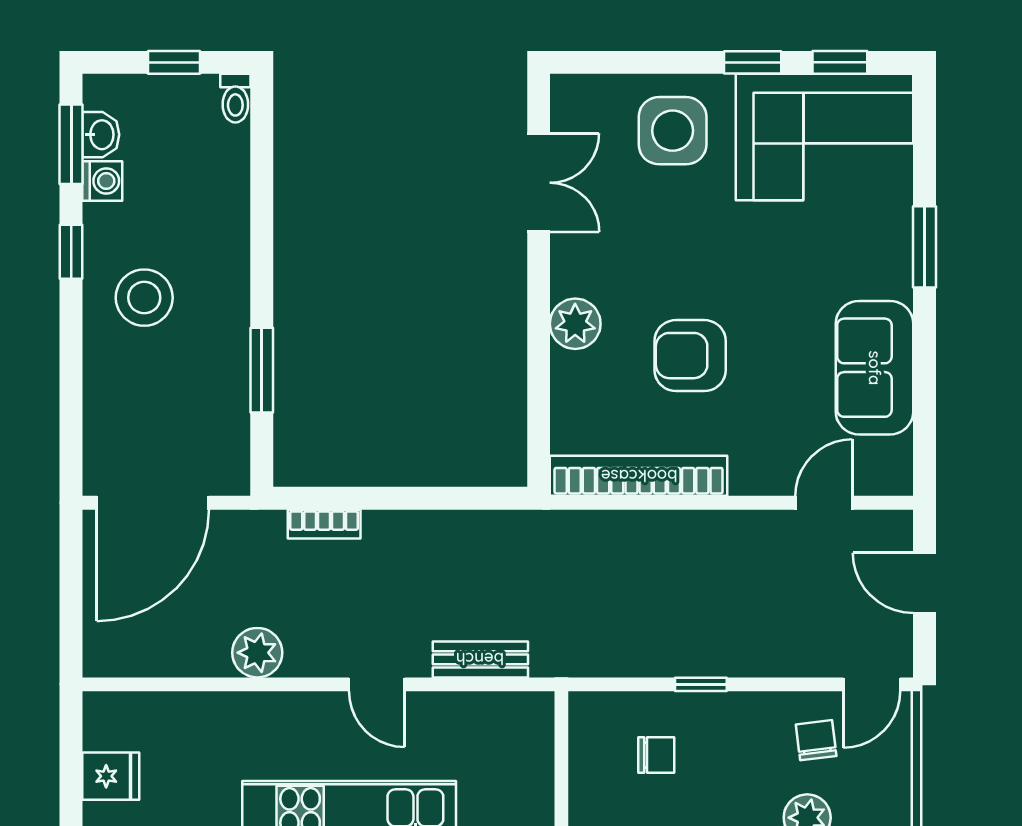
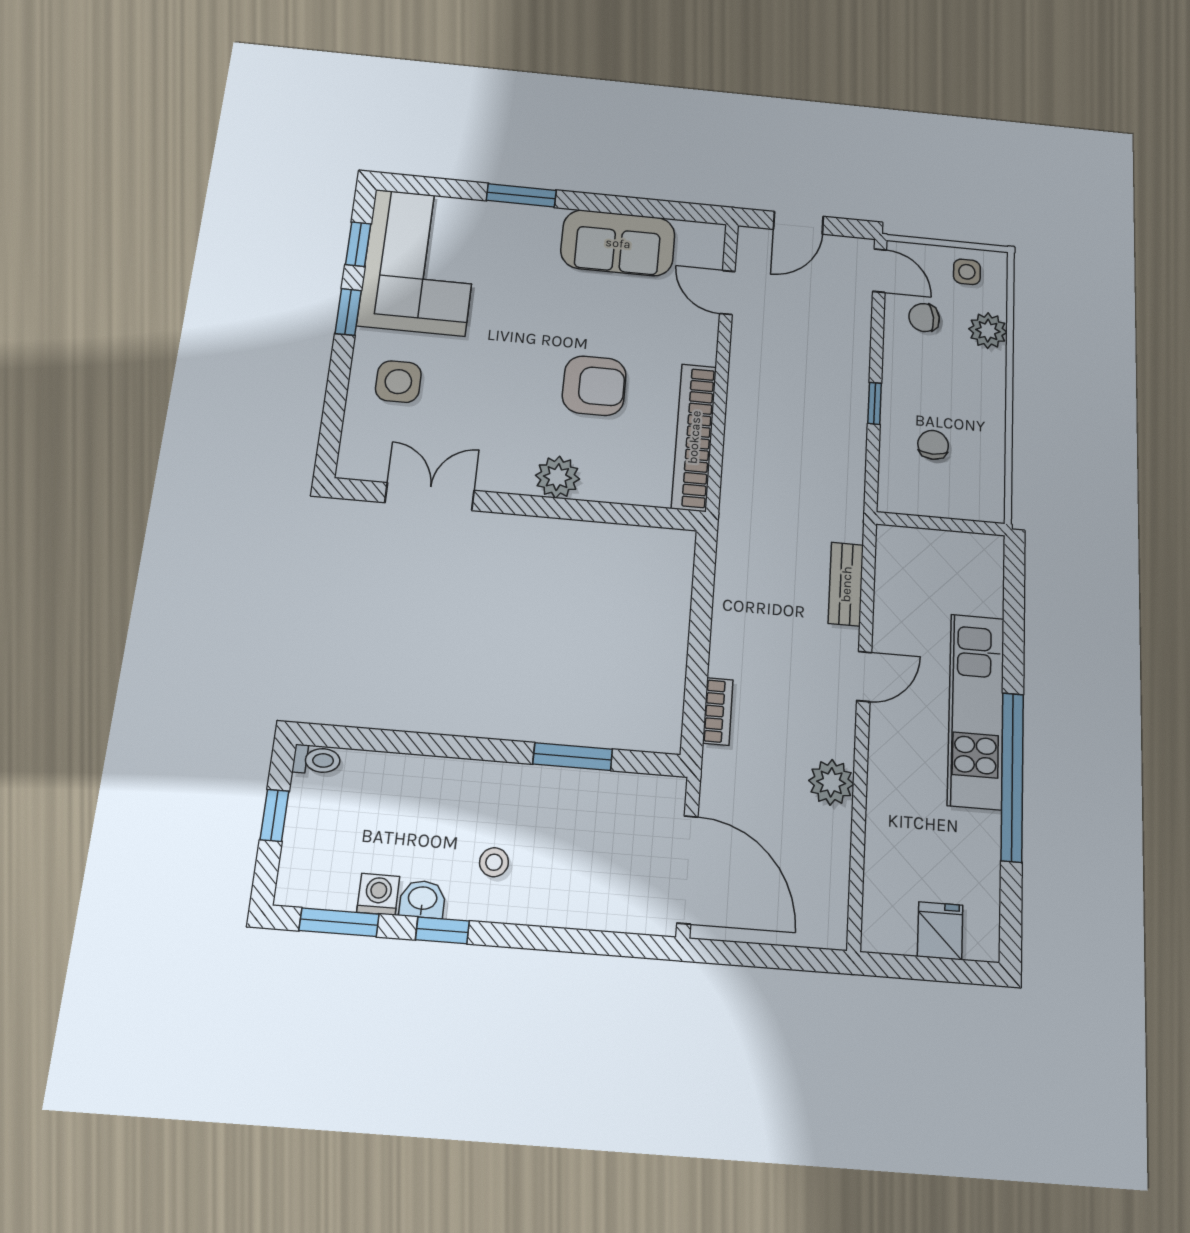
side table: (673, 131) -> (398, 382), width x0.73, depth x0.73
washbasin: (101, 135) -> (422, 899), moved
stool: (144, 298) -> (494, 862), width x0.53, depth x0.53
armchair: (690, 356) -> (594, 386), turned -90
side table: (881, 791) -> (967, 272), added

